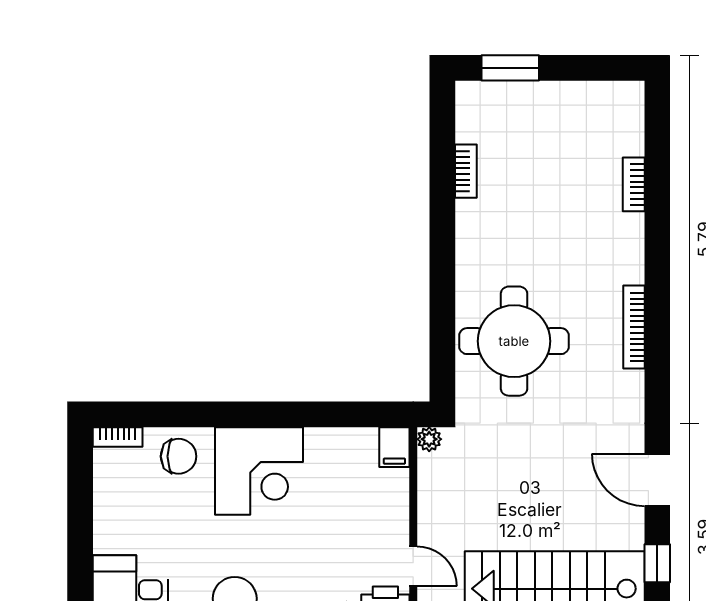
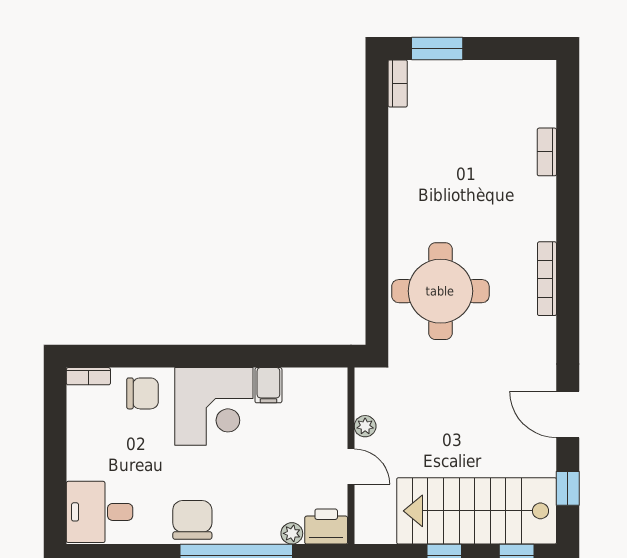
bookcase: (466, 171) -> (398, 83), moved
plant: (429, 439) -> (365, 426), moved
filing cabinet: (394, 447) -> (268, 385), moved
door: (413, 566) -> (351, 467), moved

